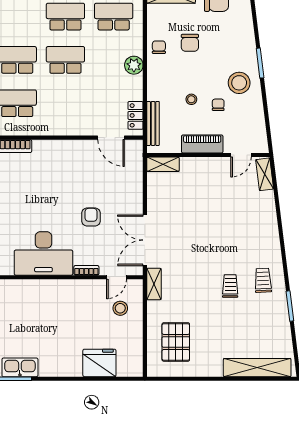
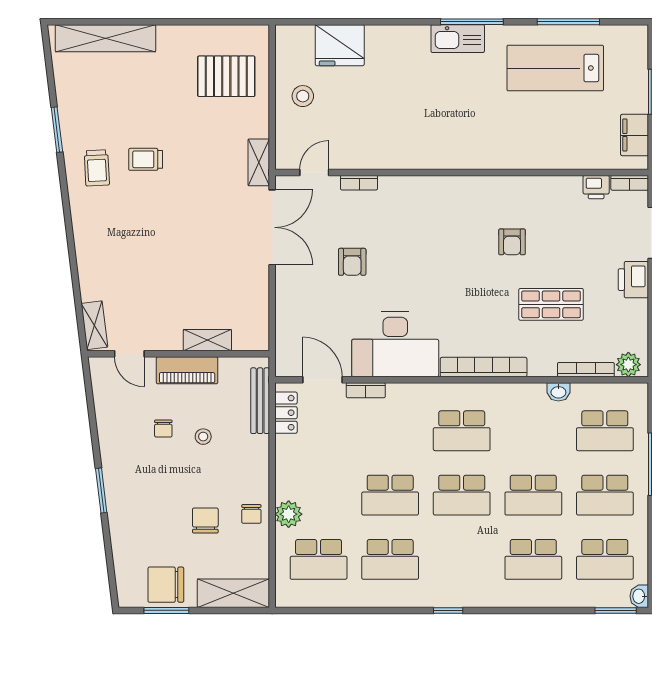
plant: (134, 65) -> (289, 514), moved
stool: (239, 83) -> (132, 461), removed
bookcase: (82, 131) -> (366, 390), added
door: (241, 155) -> (129, 354), swing flipped
shelving: (163, 164) -> (207, 340), moved
desk: (43, 253) -> (395, 344), moved, turned 180
trolley: (230, 286) -> (146, 159), turned 90
stool: (120, 308) -> (303, 96), moved
pallet: (176, 342) -> (226, 76), turned 90

